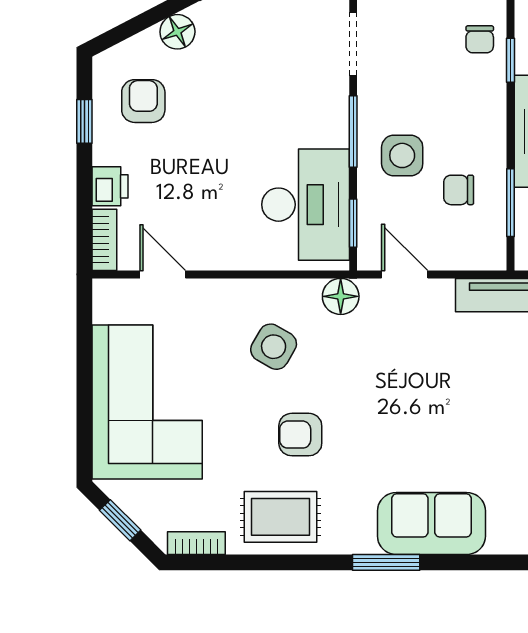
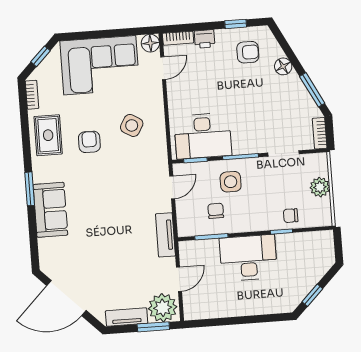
floor lamp: (341, 296) -> (150, 43), moved

